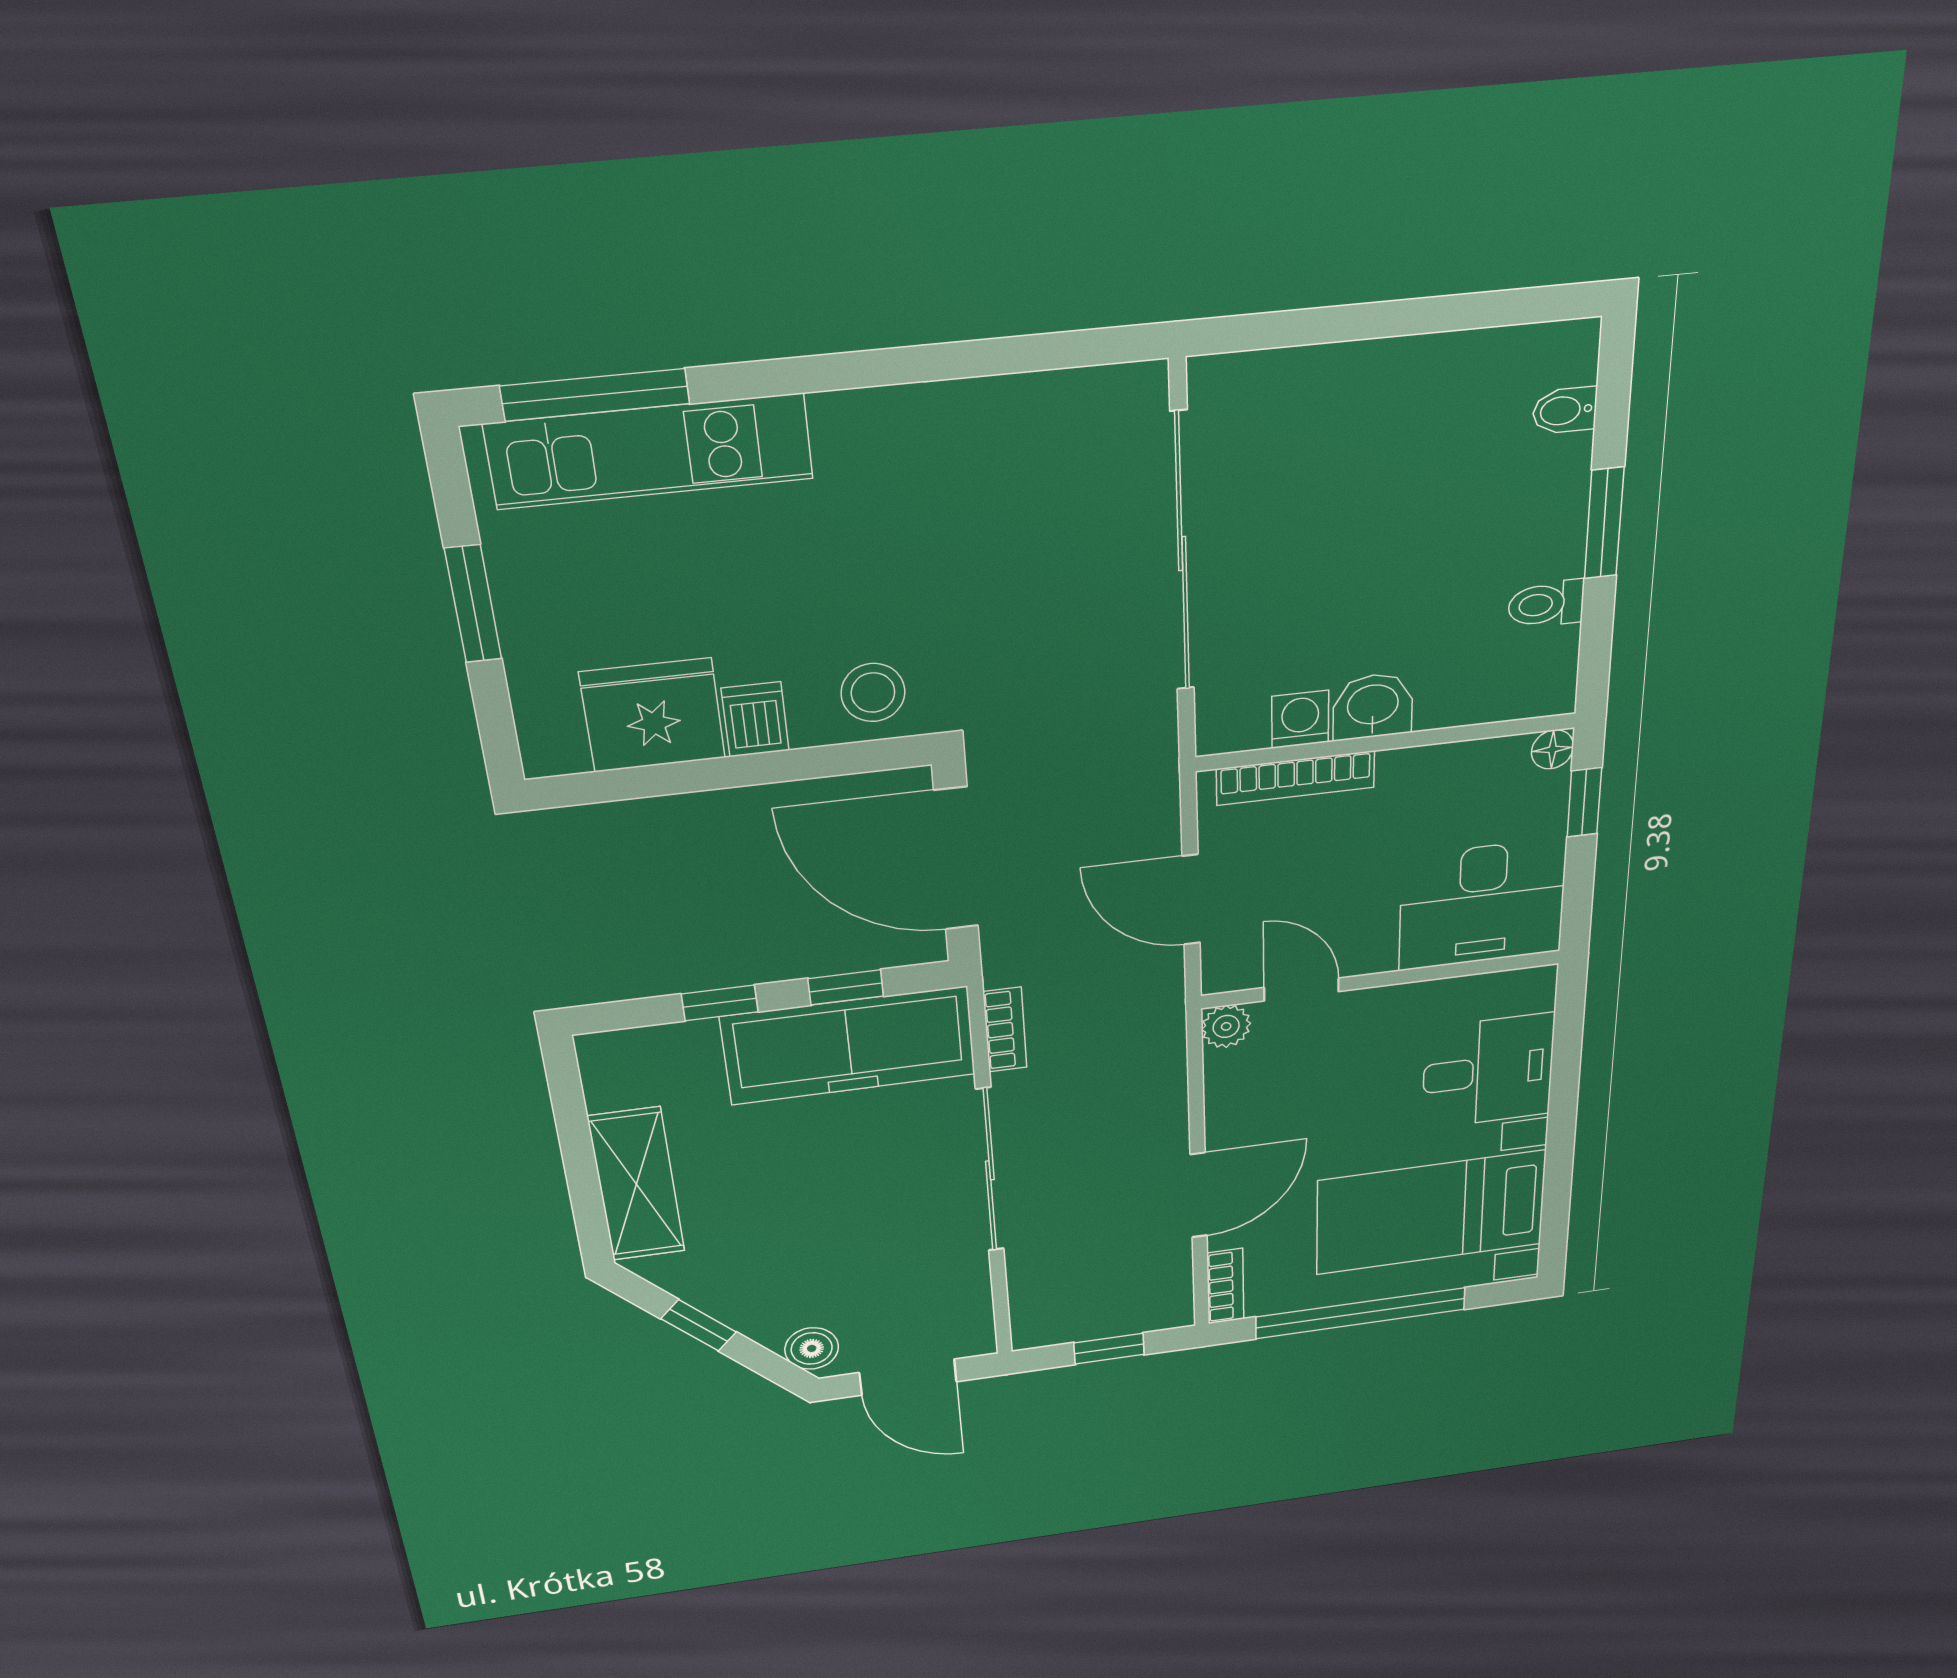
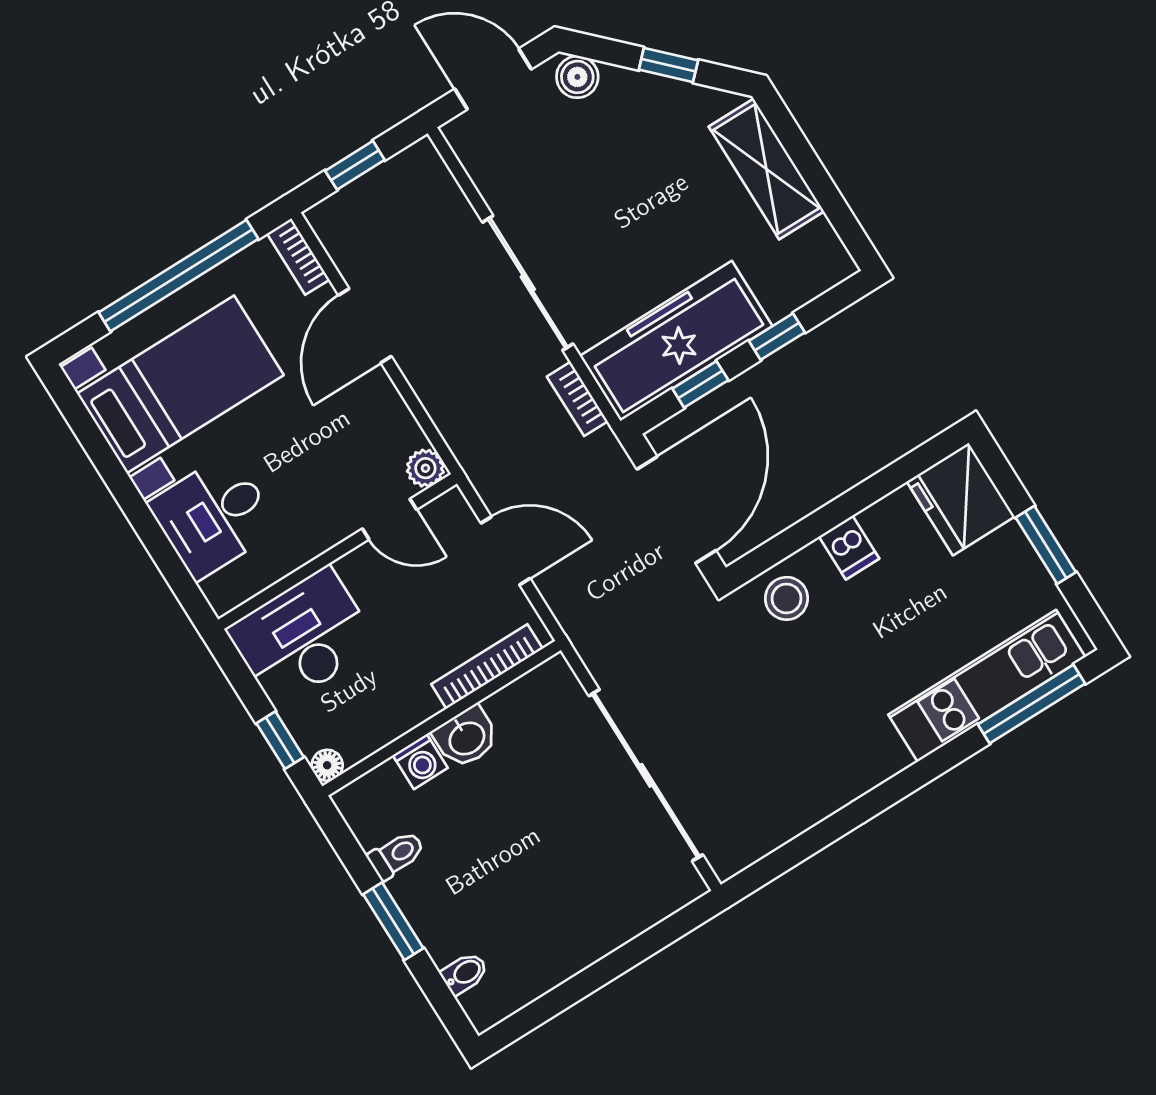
fridge: (653, 715) -> (961, 499), moved, turned 90
washing machine: (1300, 719) -> (420, 762), moved
door: (956, 859) -> (676, 510), hinge flipped

